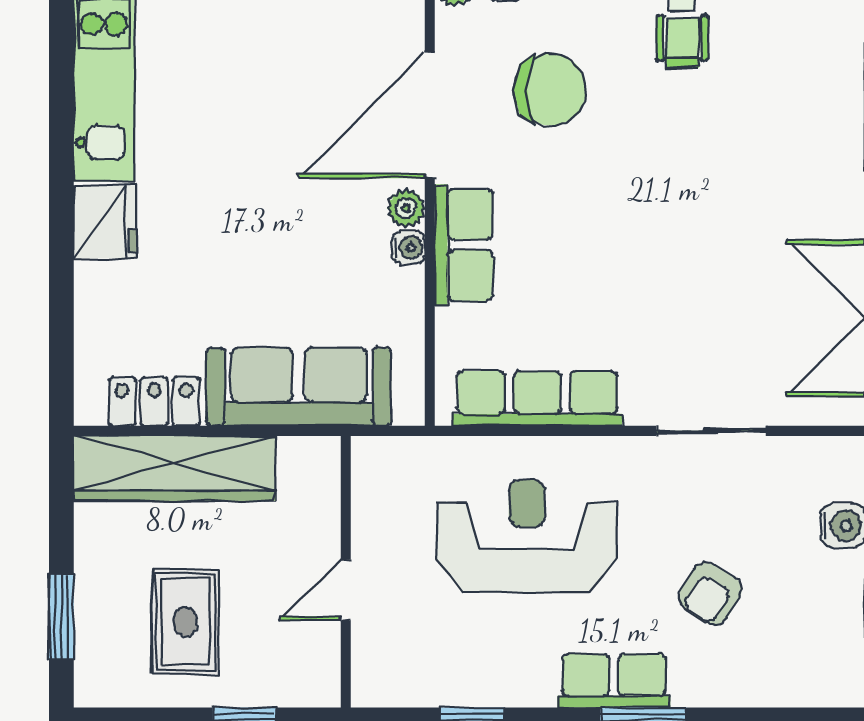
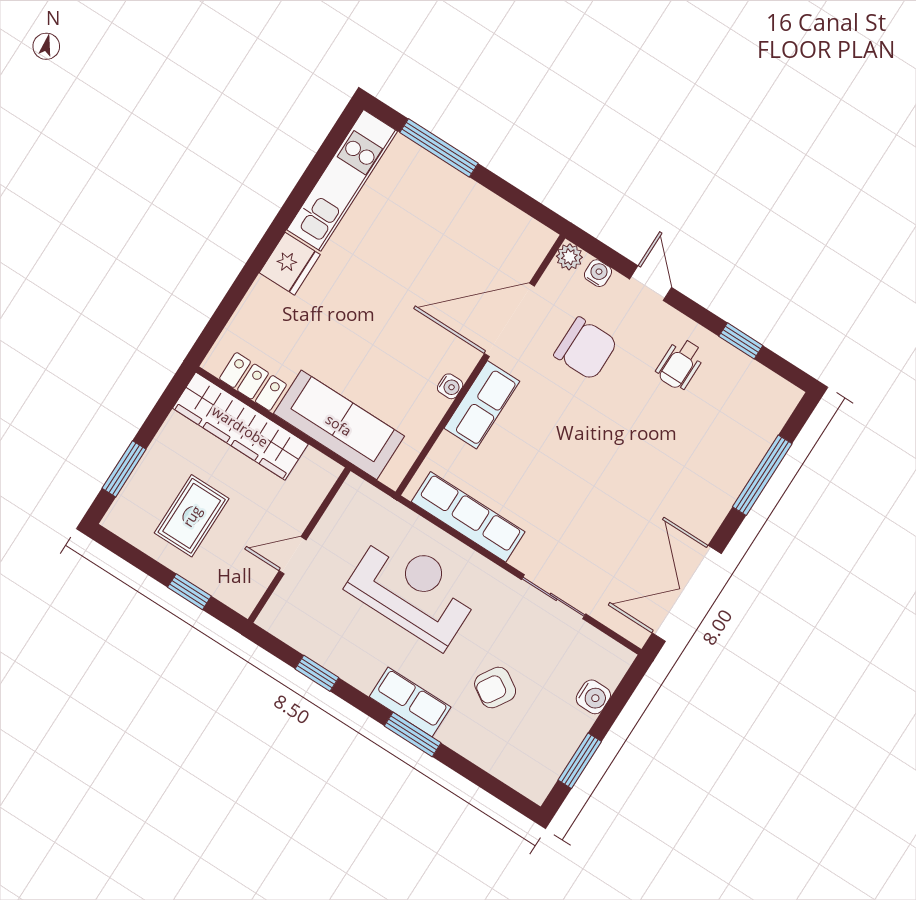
plant: (406, 208) -> (463, 363), removed

